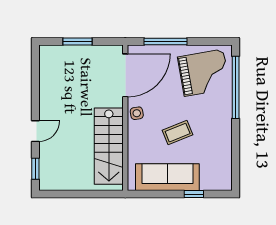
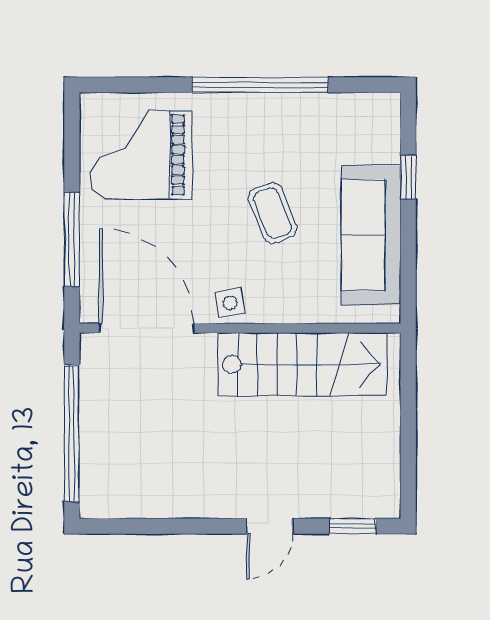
window: (78, 41) -> (72, 433), width x2.11
grand piano: (204, 73) -> (141, 155), turned -80
window: (236, 87) -> (260, 85), moved
door: (35, 131) -> (269, 526), swing flipped

